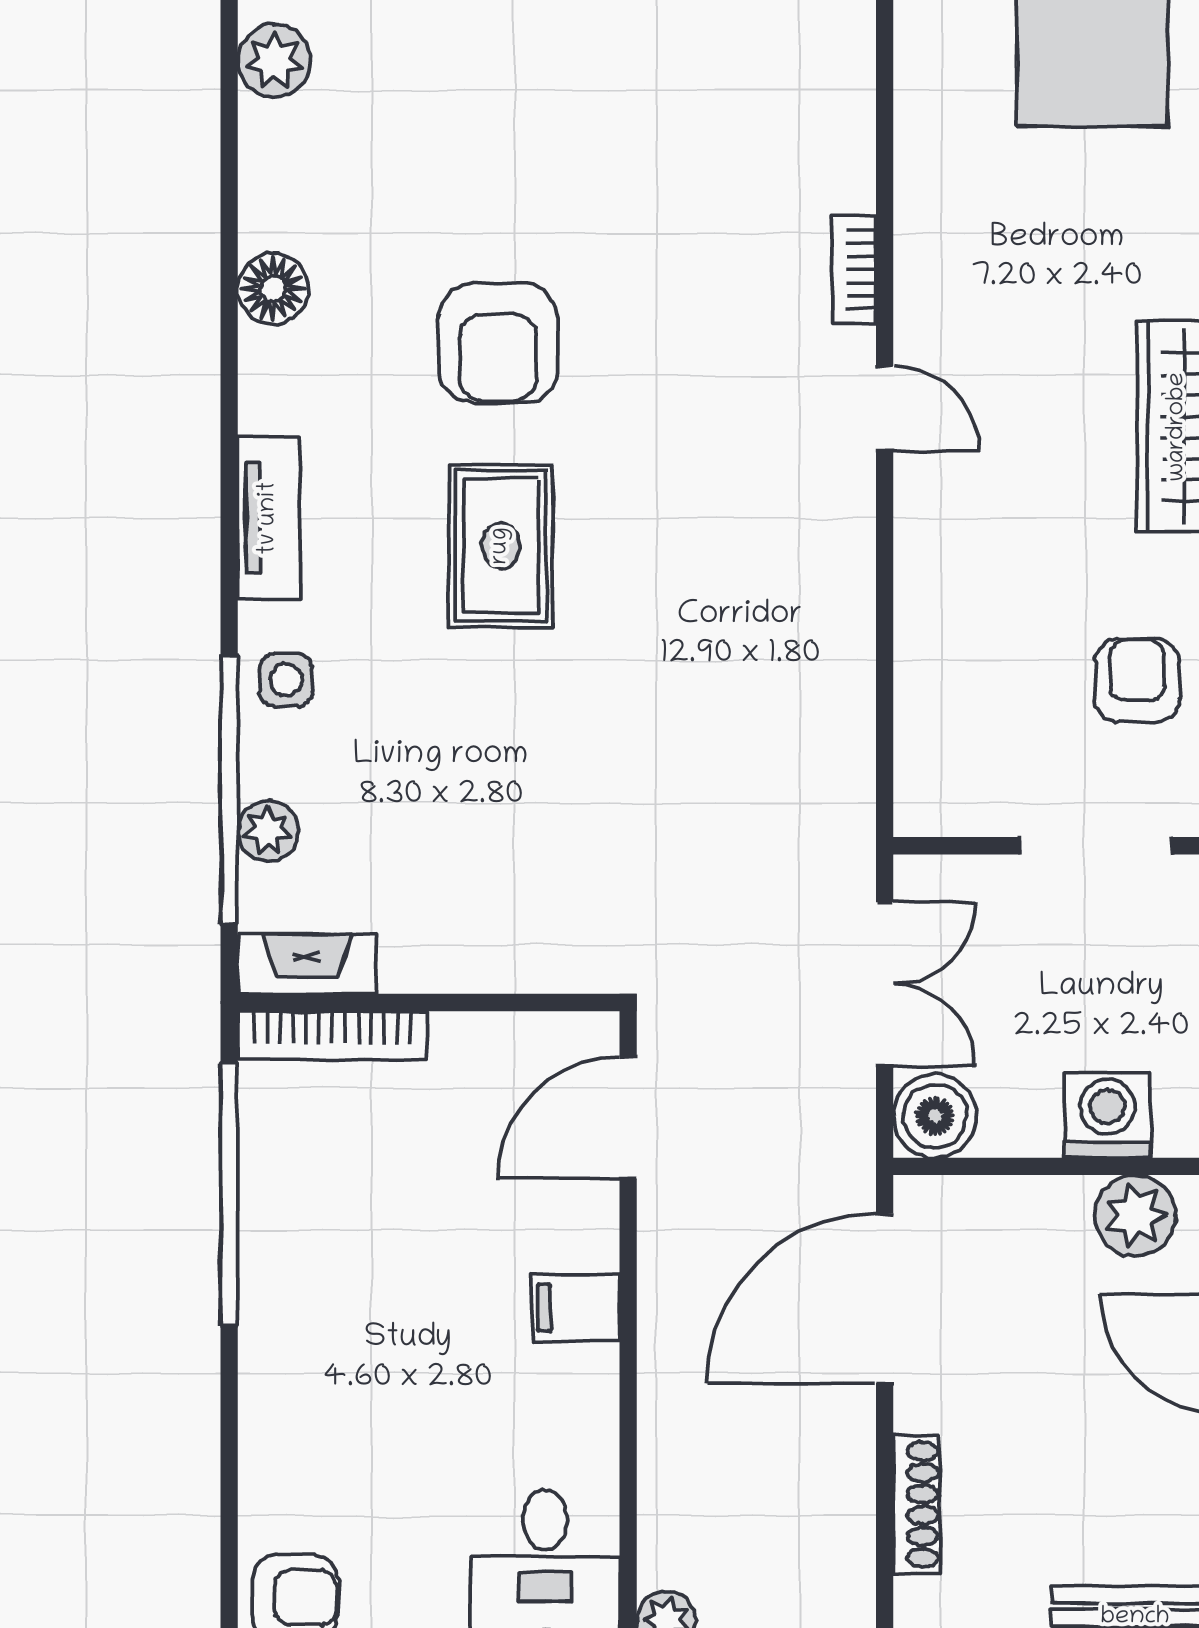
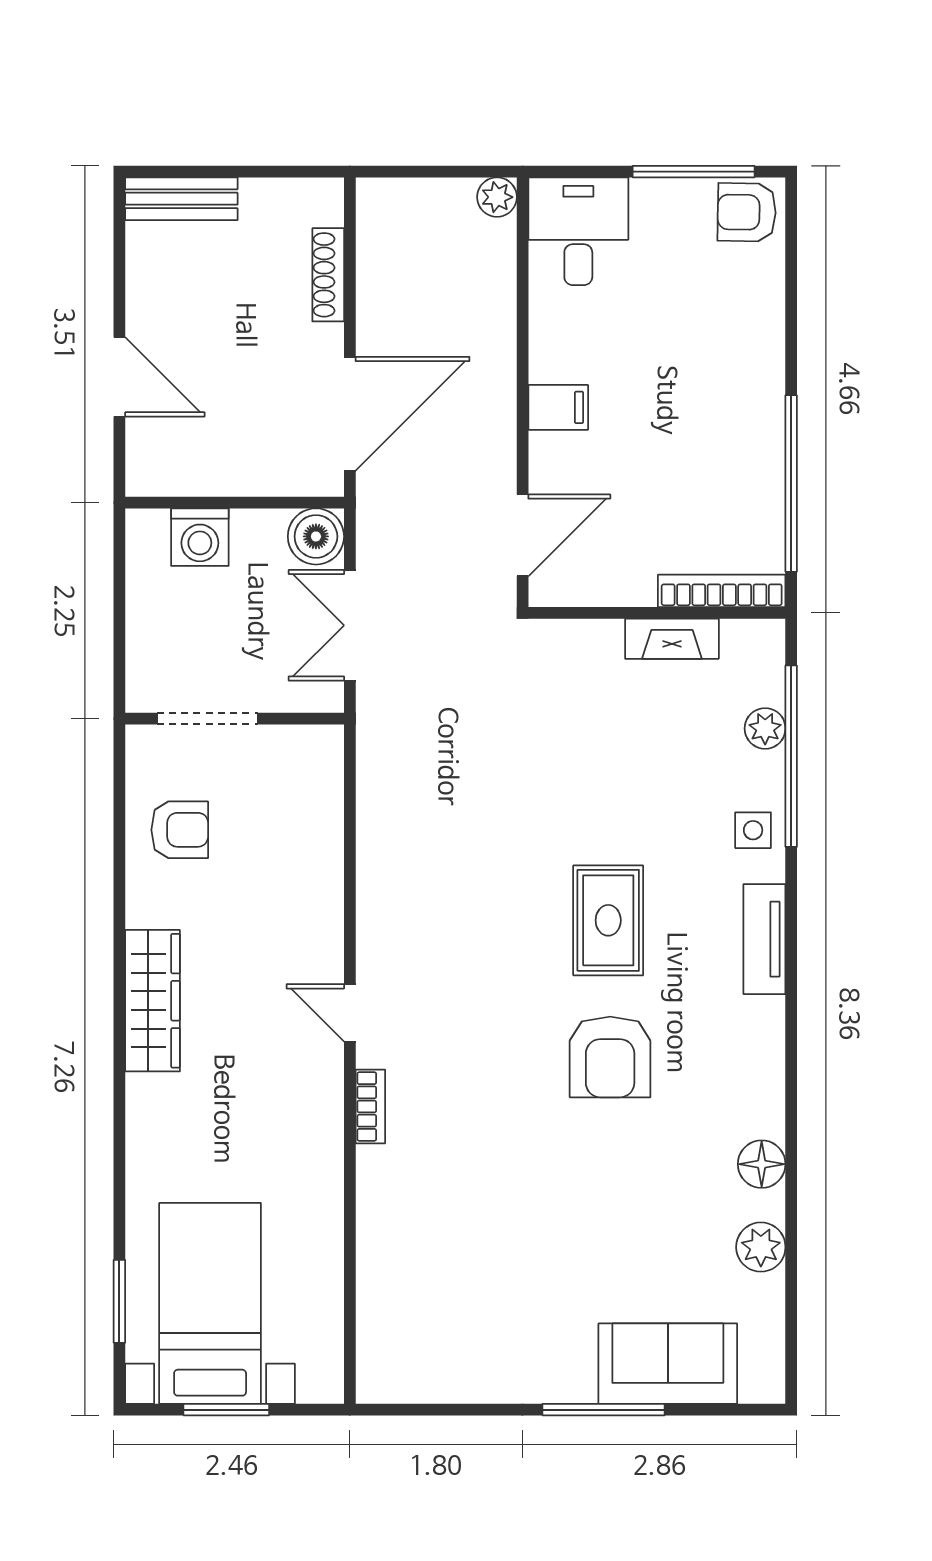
floor lamp: (273, 289) -> (762, 1164), moved
armchair: (498, 343) -> (610, 1057), turned 180
armchair: (1137, 681) -> (180, 830), turned -90
fireplace: (307, 964) -> (672, 639), moved
plant: (1135, 1215) -> (181, 470), removed

